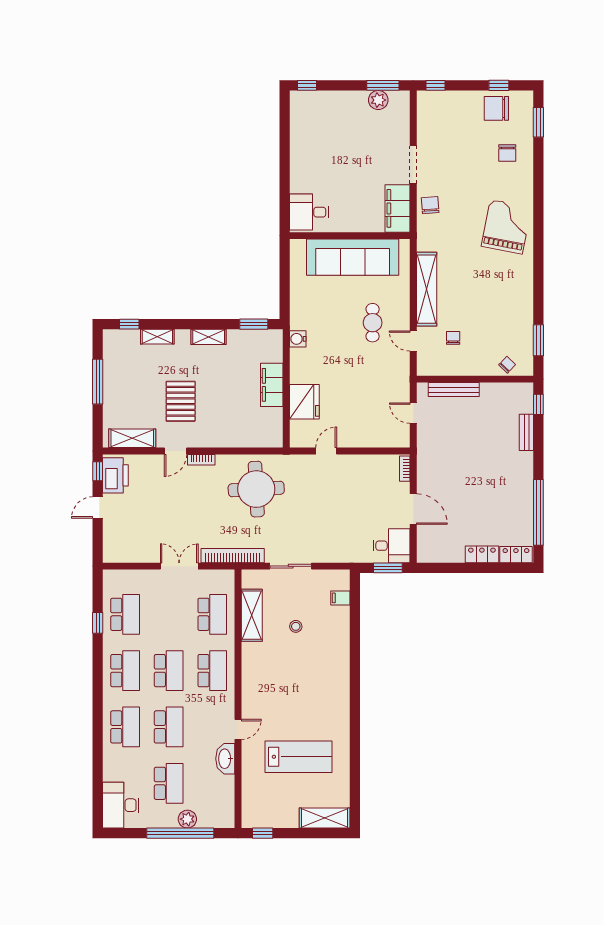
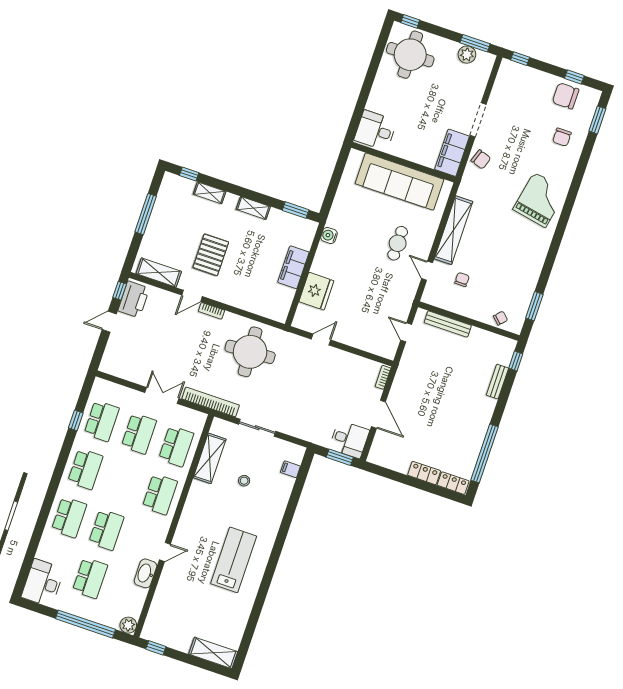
round table: (319, 120) -> (410, 55), added
chair: (430, 205) -> (481, 159), turned 113
school desk: (169, 671) -> (139, 434), moved
lab bench: (299, 757) -> (234, 560), moved, turned -90
plant: (187, 819) -> (128, 625), moved

